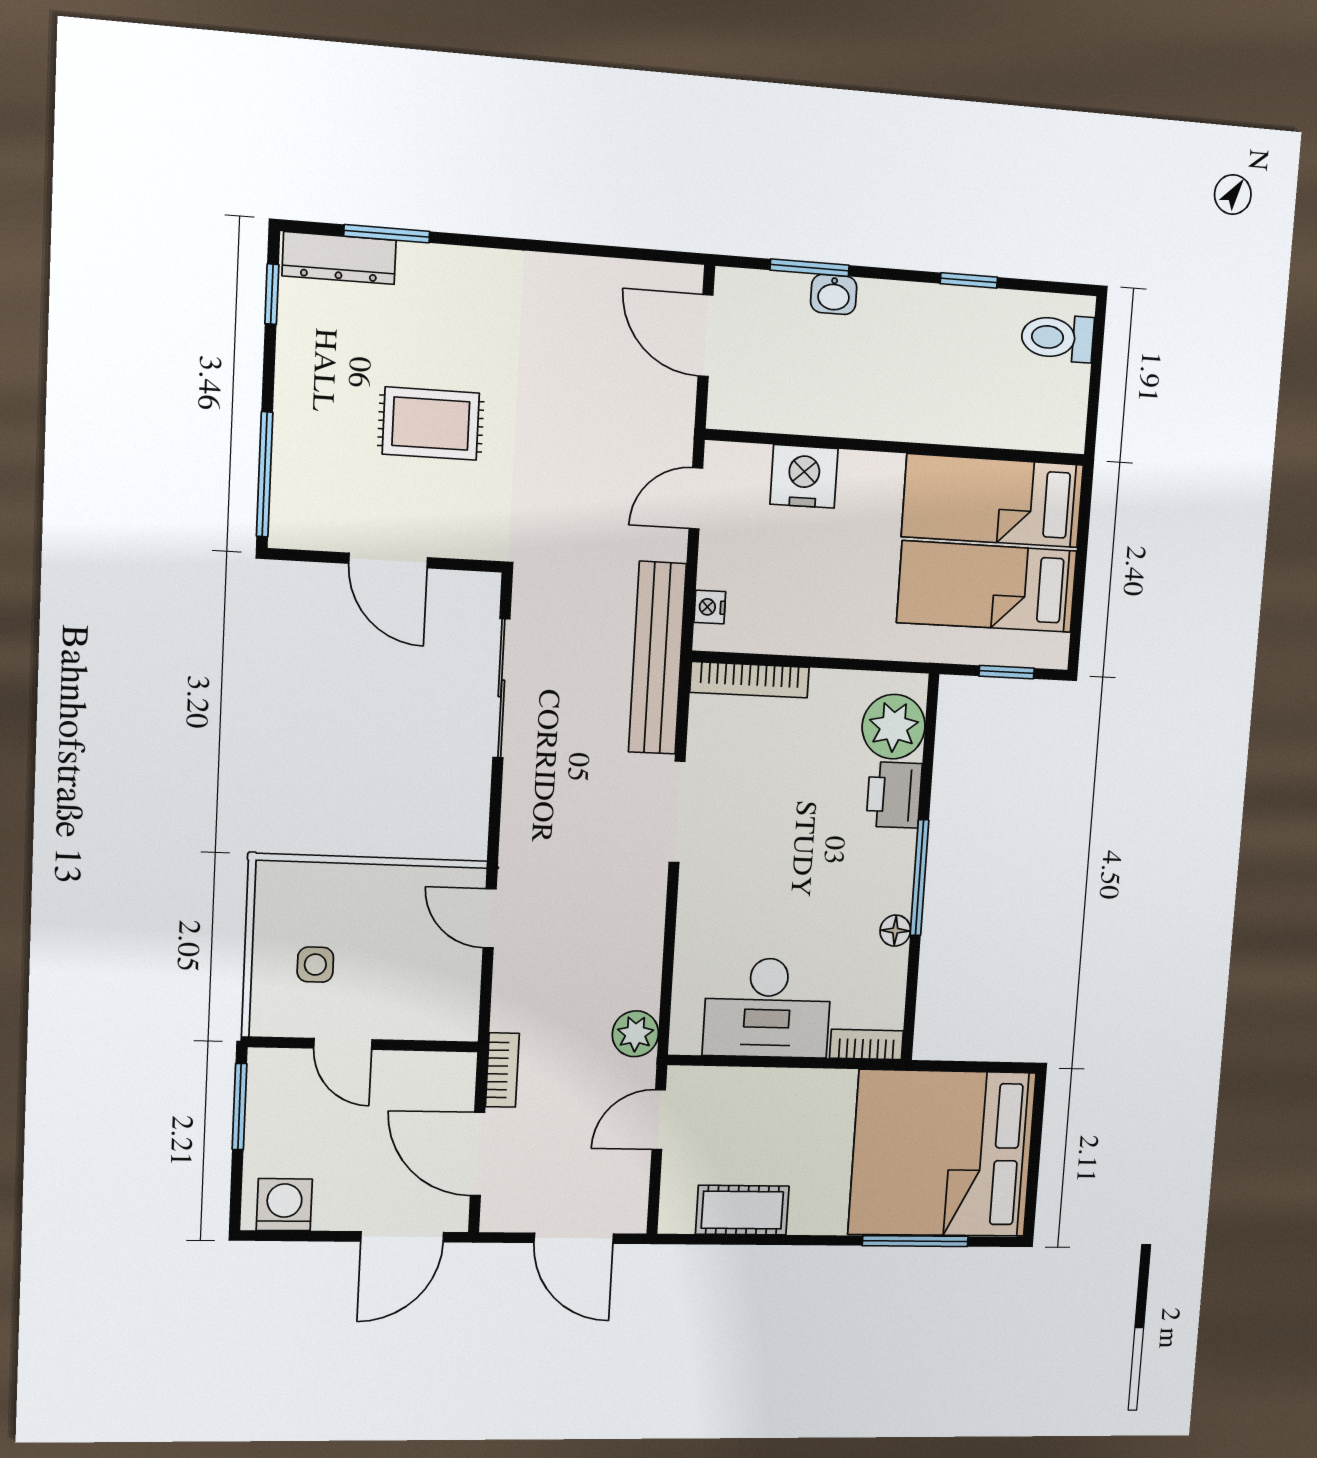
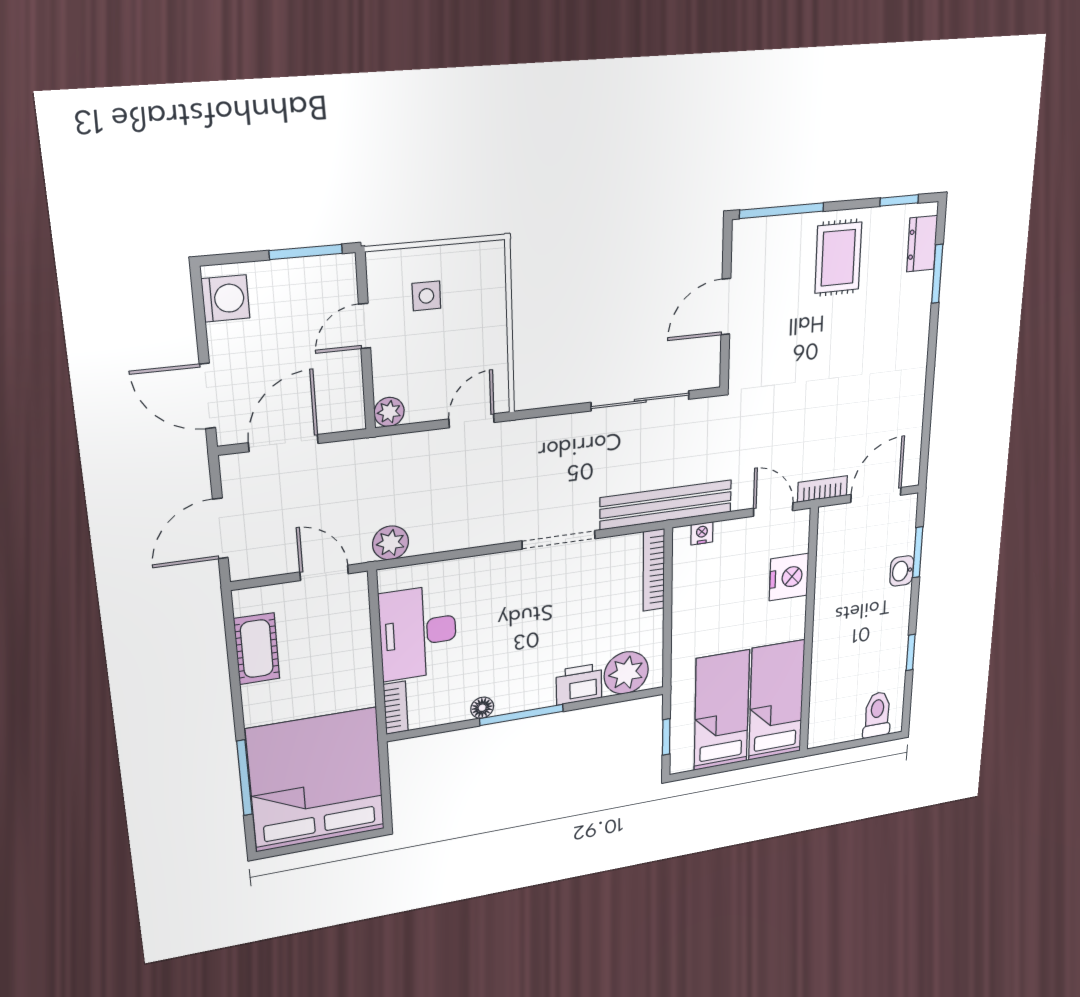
dresser: (339, 258) -> (922, 244), width x0.70
rug: (431, 424) -> (838, 258), moved
plant: (460, 1022) -> (389, 412), added
bookcase: (502, 1070) -> (822, 489), moved, turned 180

